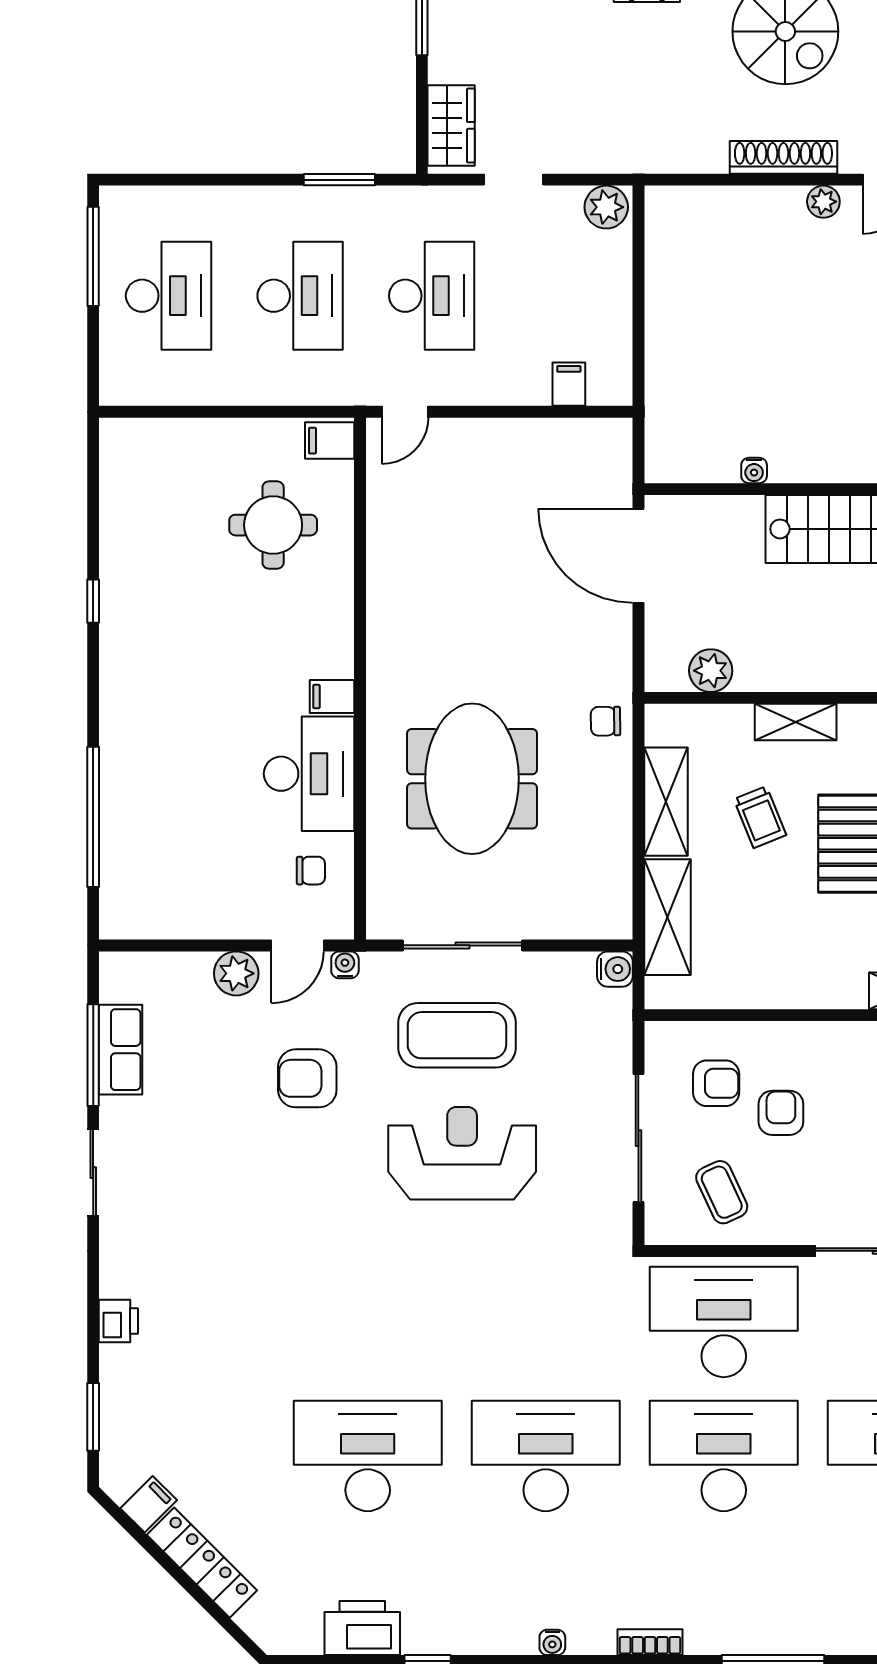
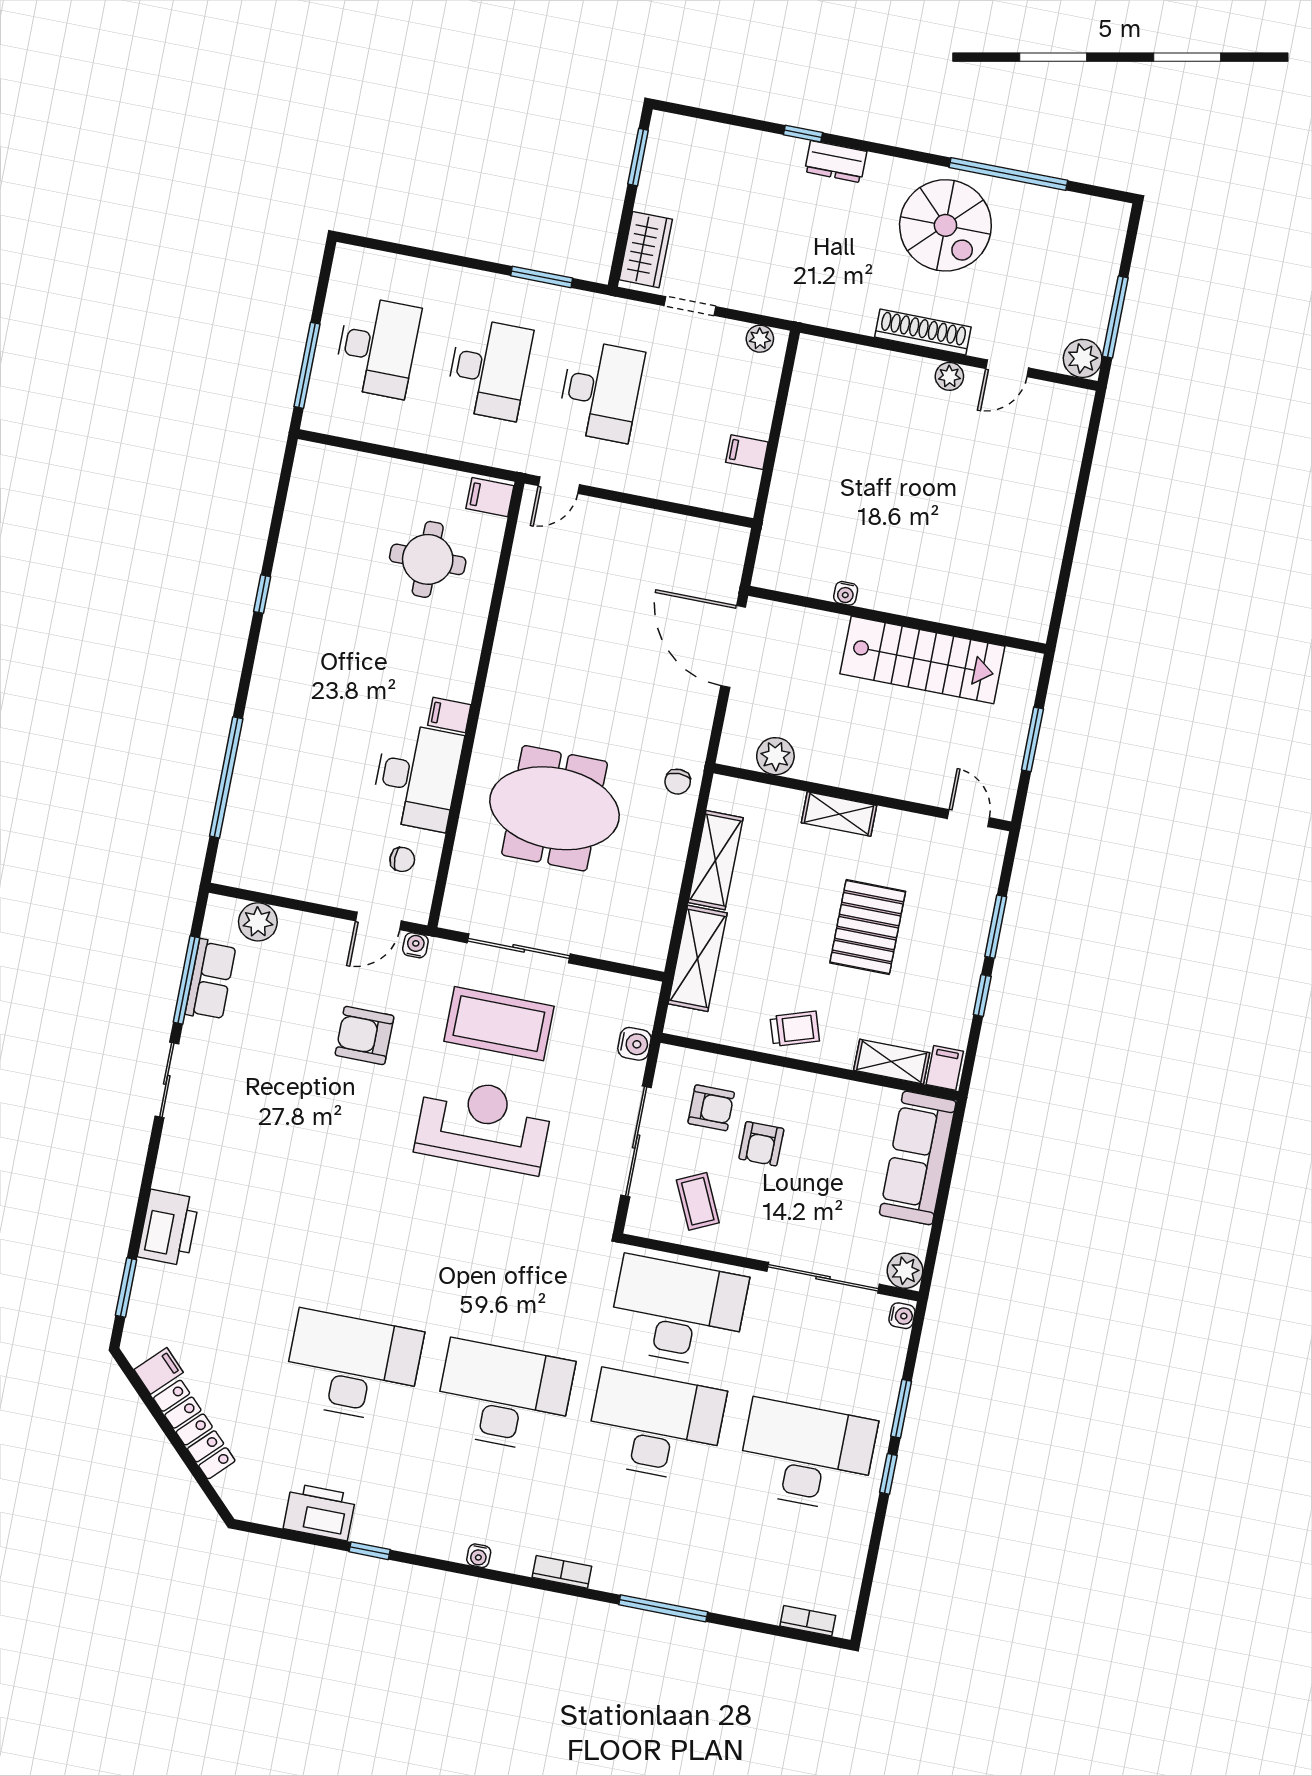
plant: (606, 207) -> (760, 339), width x0.73, depth x0.73
window: (93, 256) -> (307, 365), moved
filing cabinet: (569, 384) -> (747, 452), moved, turned -90
chair: (606, 721) -> (678, 782), turned -89
meeting table: (472, 779) -> (555, 808), turned 90
trolley: (760, 817) -> (795, 1029), moved, turned -86
water cooler: (615, 969) -> (634, 1044), moved
plant: (236, 973) -> (258, 922), moved
armchair: (781, 1113) -> (761, 1144), turned 180
printer: (118, 1321) -> (168, 1228), width x1.87, depth x1.48

